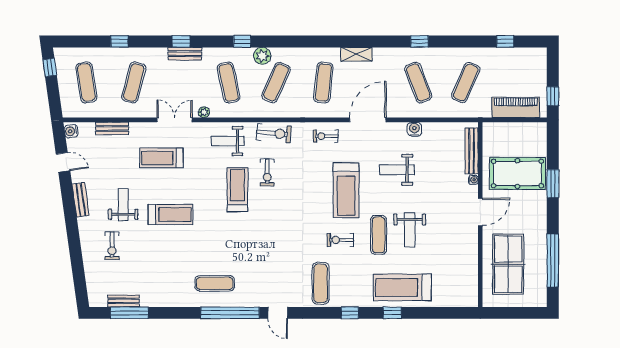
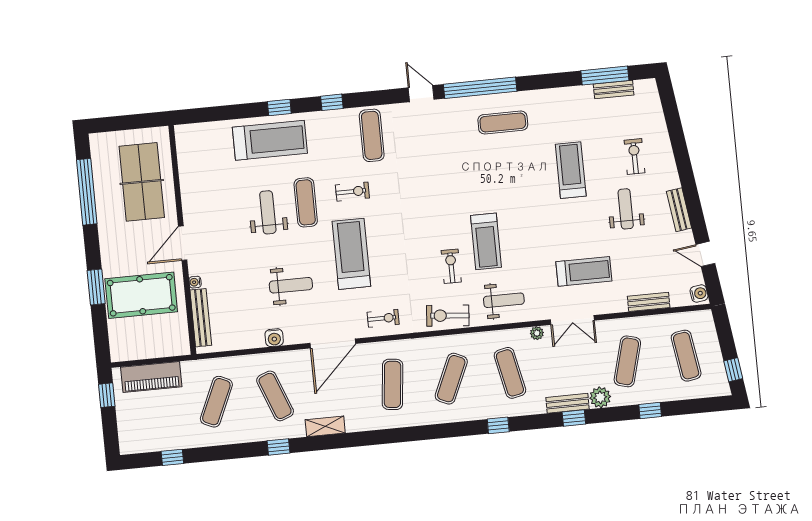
shelving: (356, 54) -> (325, 426), moved
plant: (262, 56) -> (600, 397), moved
weight bench: (123, 205) -> (626, 209), turned 180
treadmill: (170, 214) -> (571, 170), moved, turned 90

